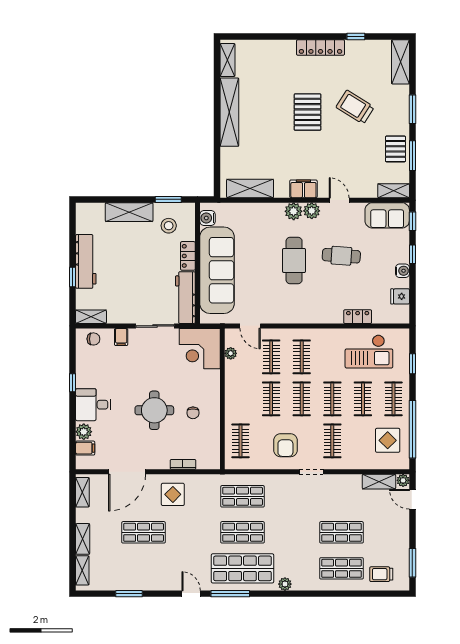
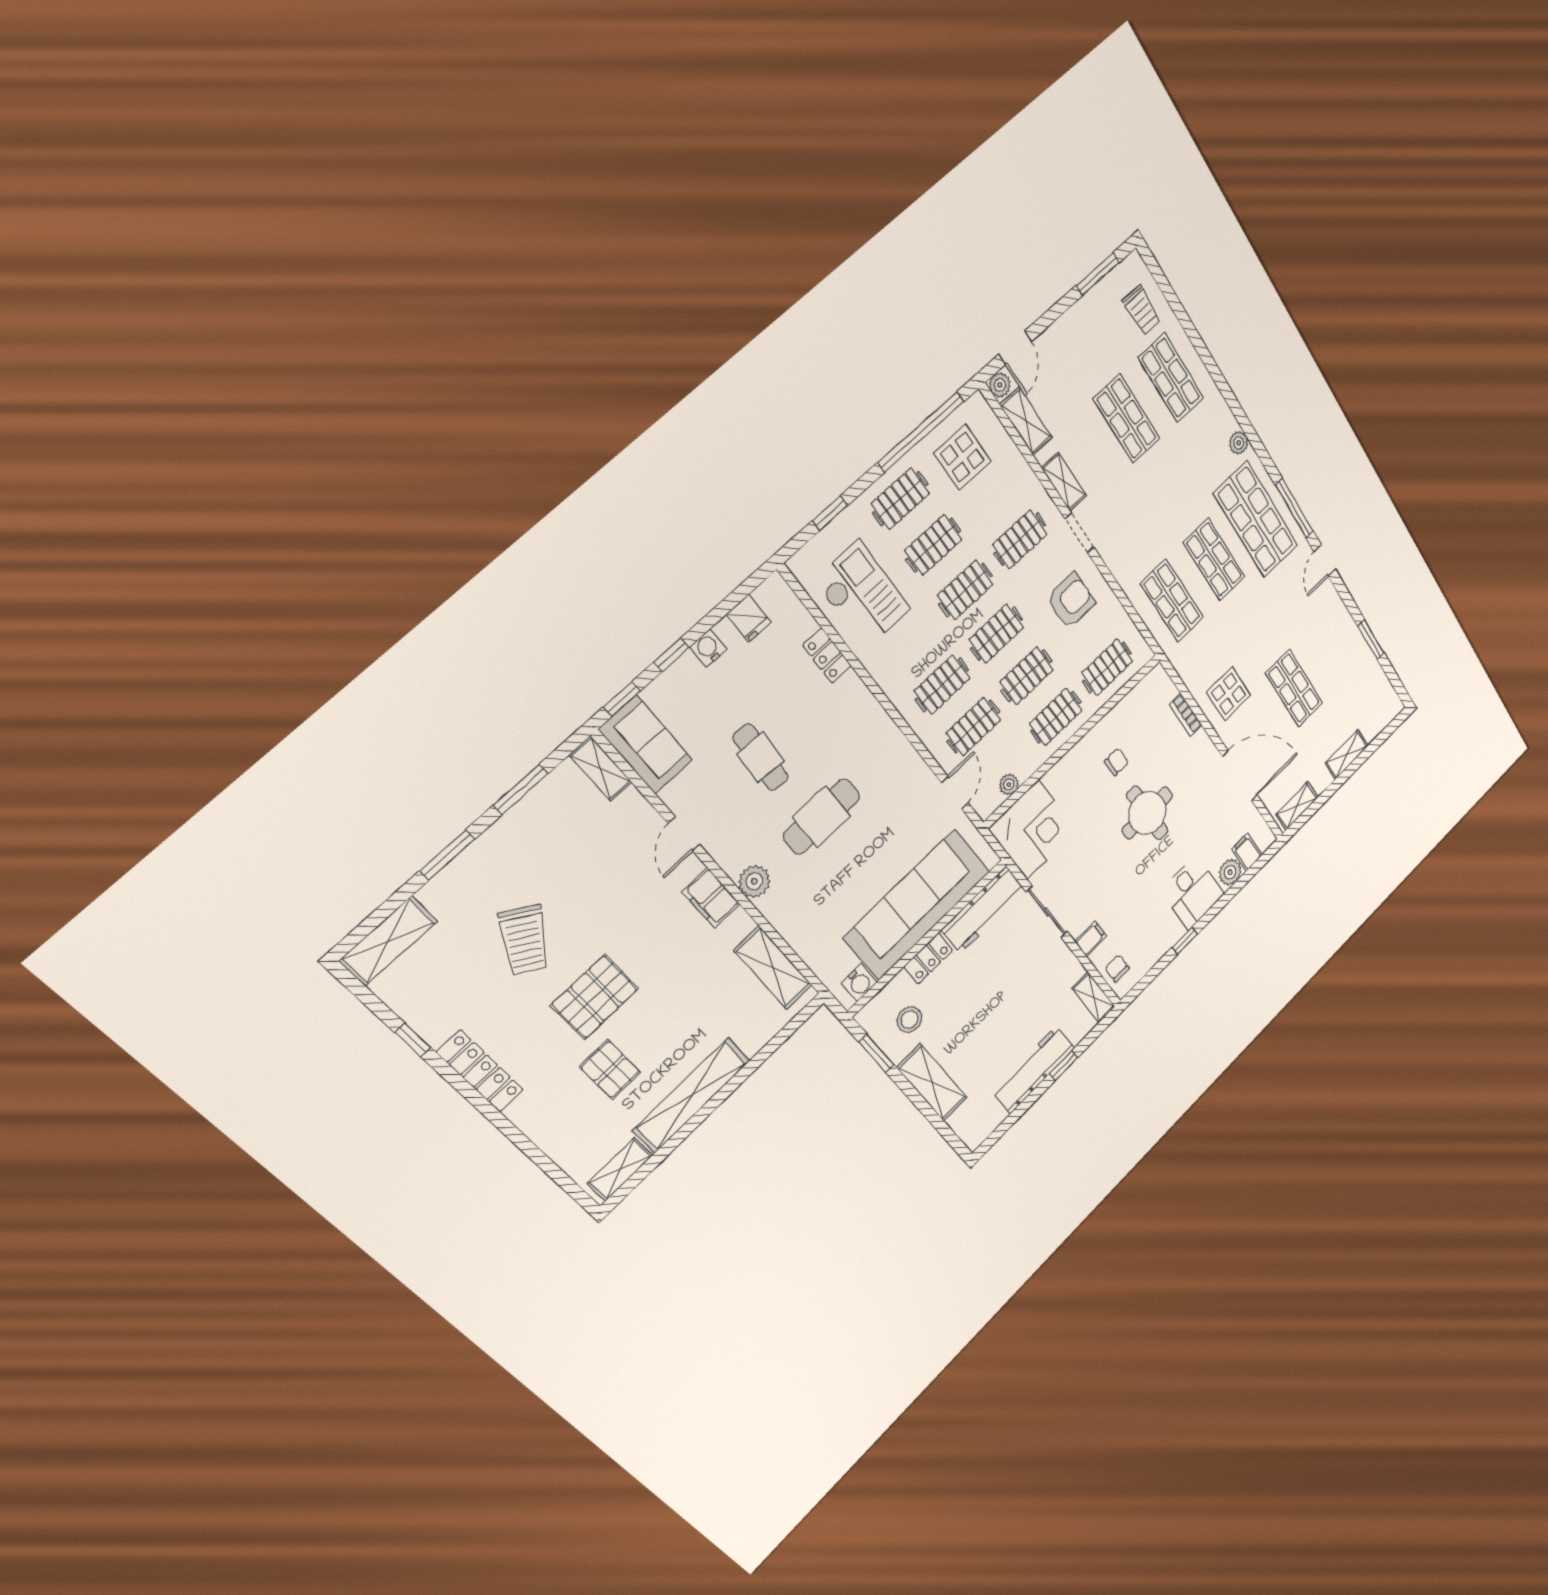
pallet: (395, 149) -> (610, 1070), moved, turned 90
plant: (312, 211) -> (732, 858), removed
clothes rail: (241, 399) -> (1056, 717), added
shelving: (82, 570) -> (1064, 482), moved, turned 90

